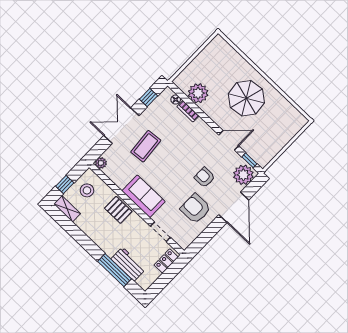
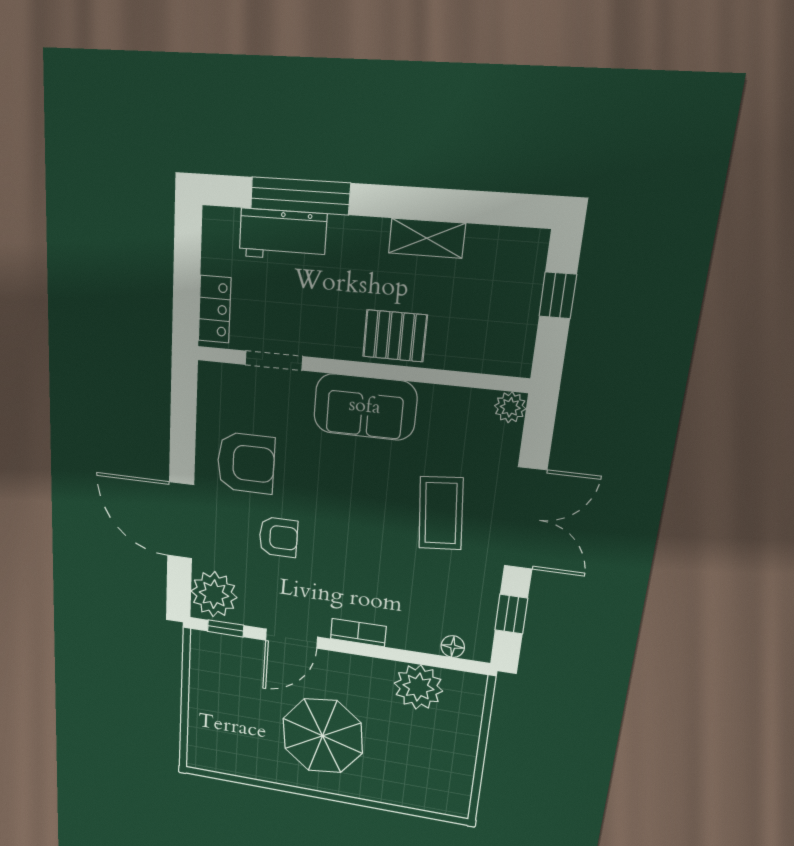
bookcase: (188, 111) -> (358, 633), moved
stool: (87, 190) -> (496, 323), removed
shelving: (67, 209) -> (427, 238), moved

